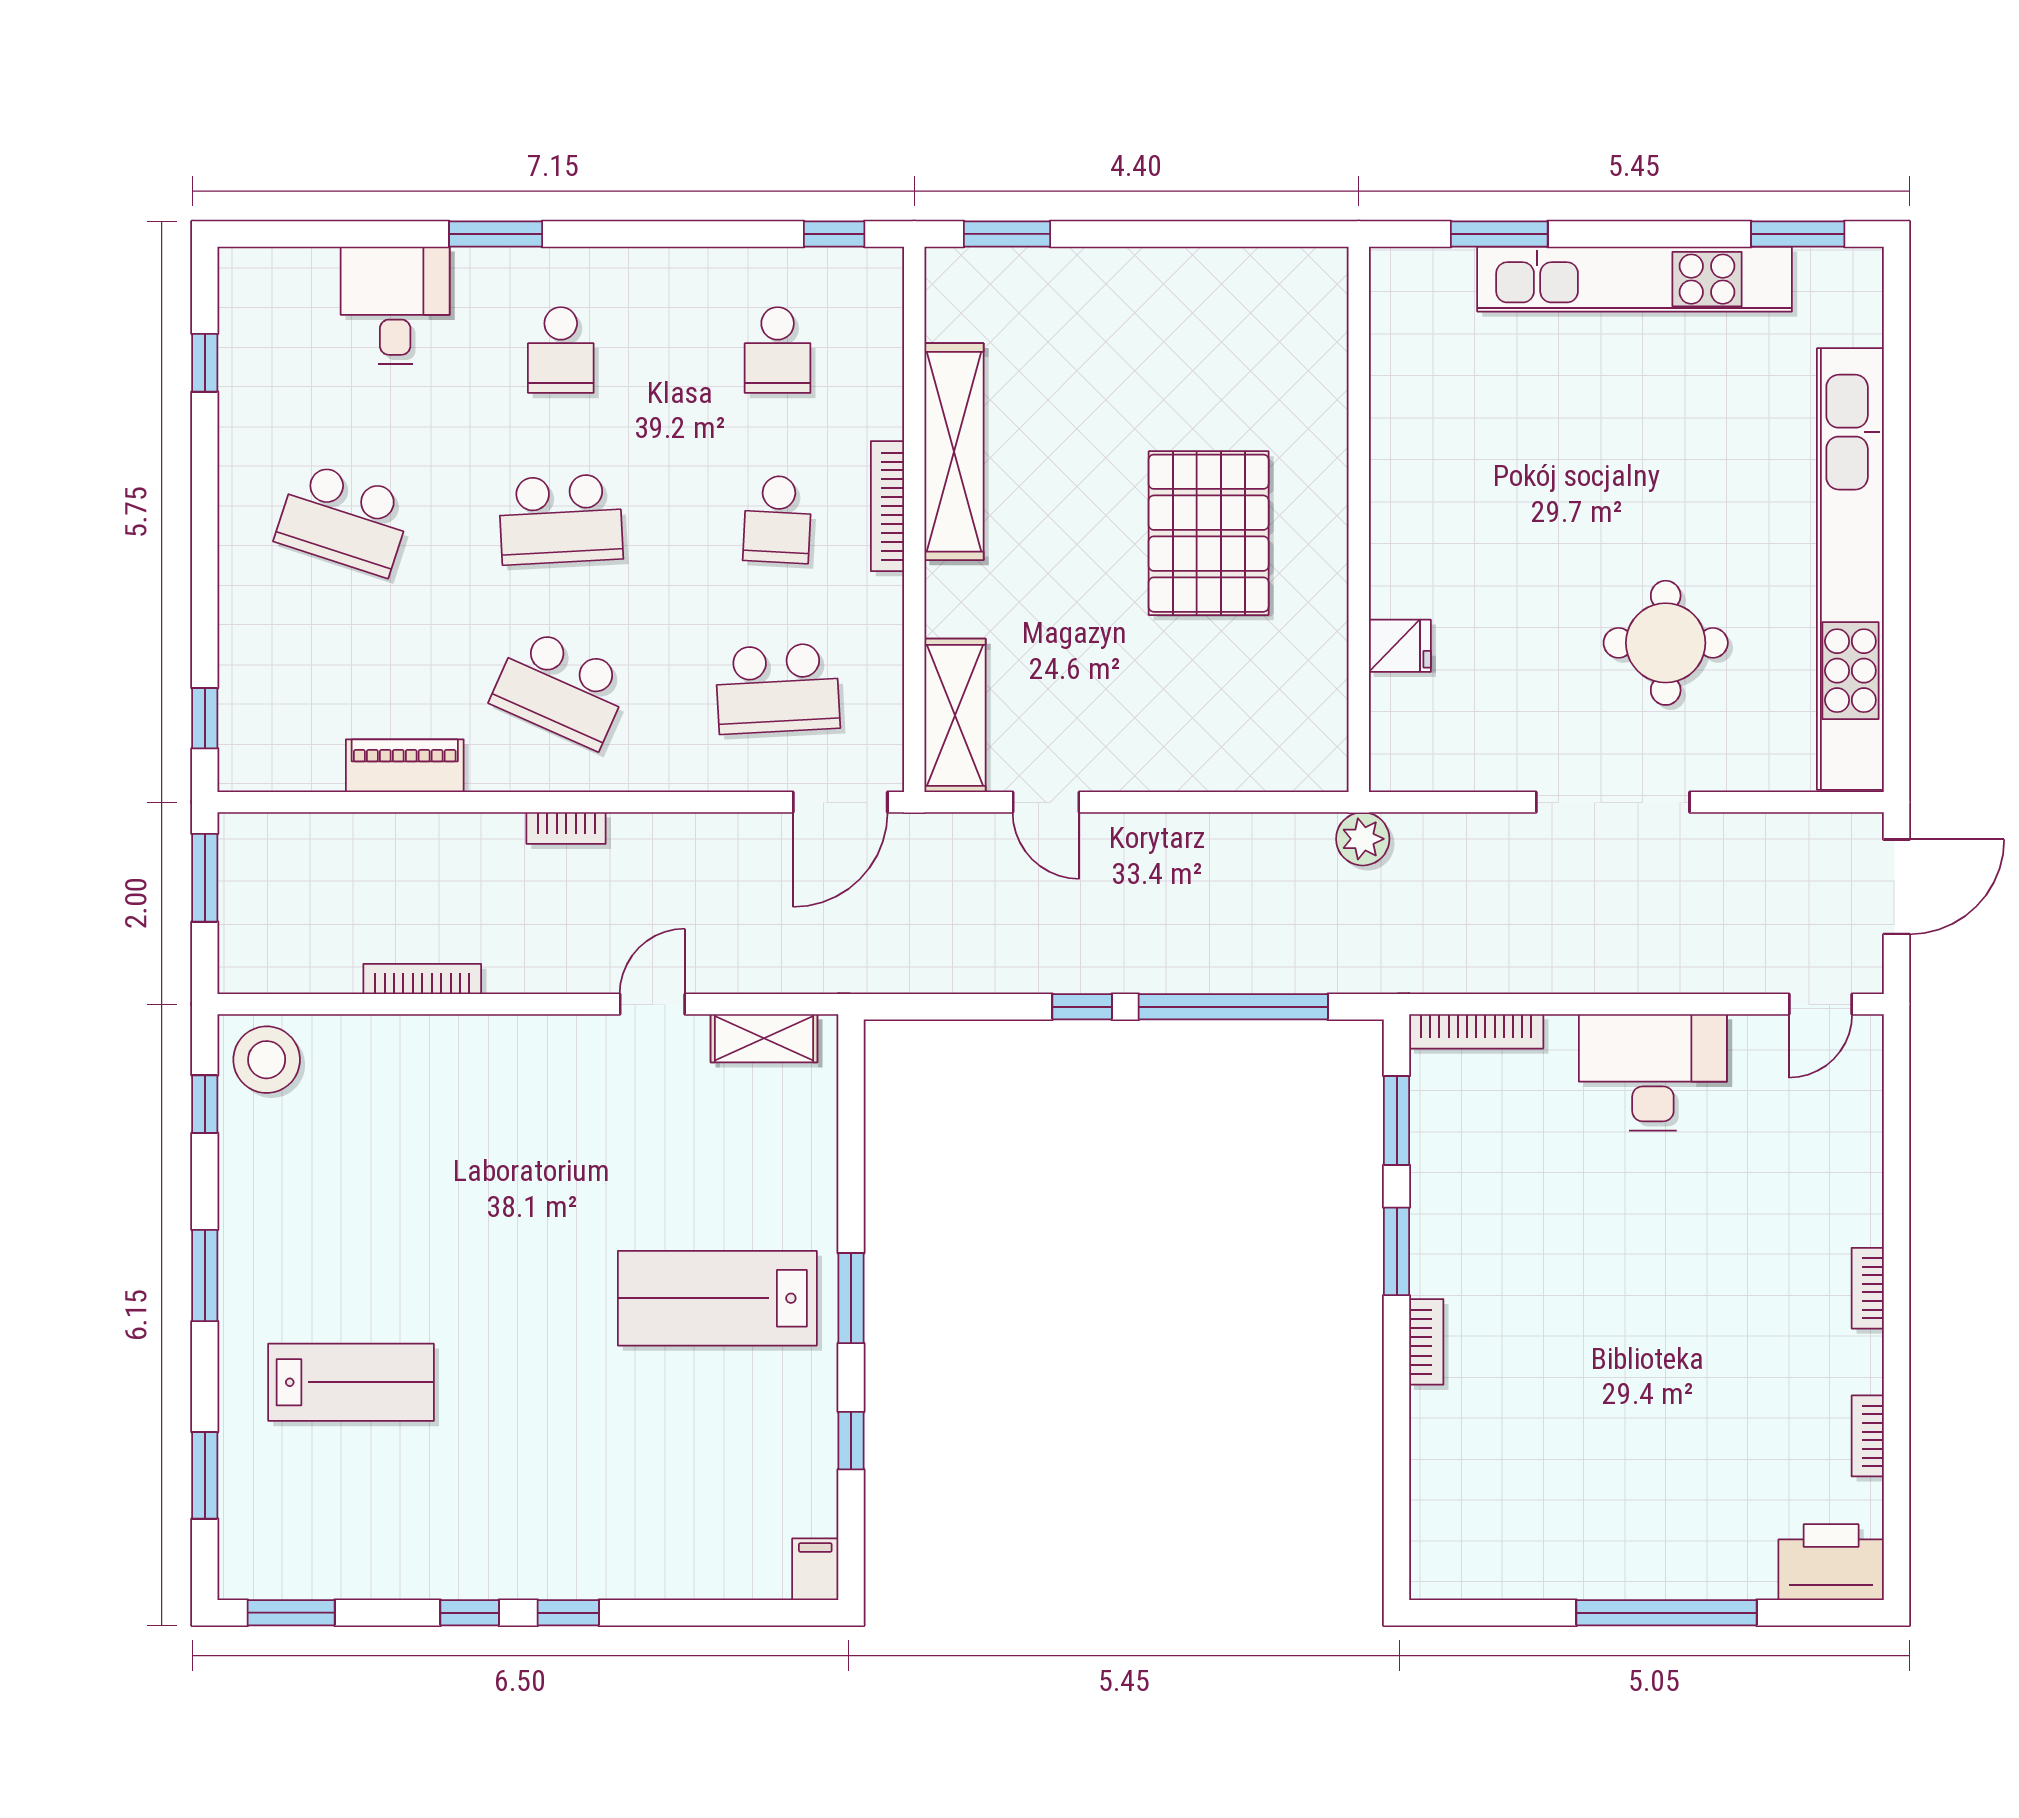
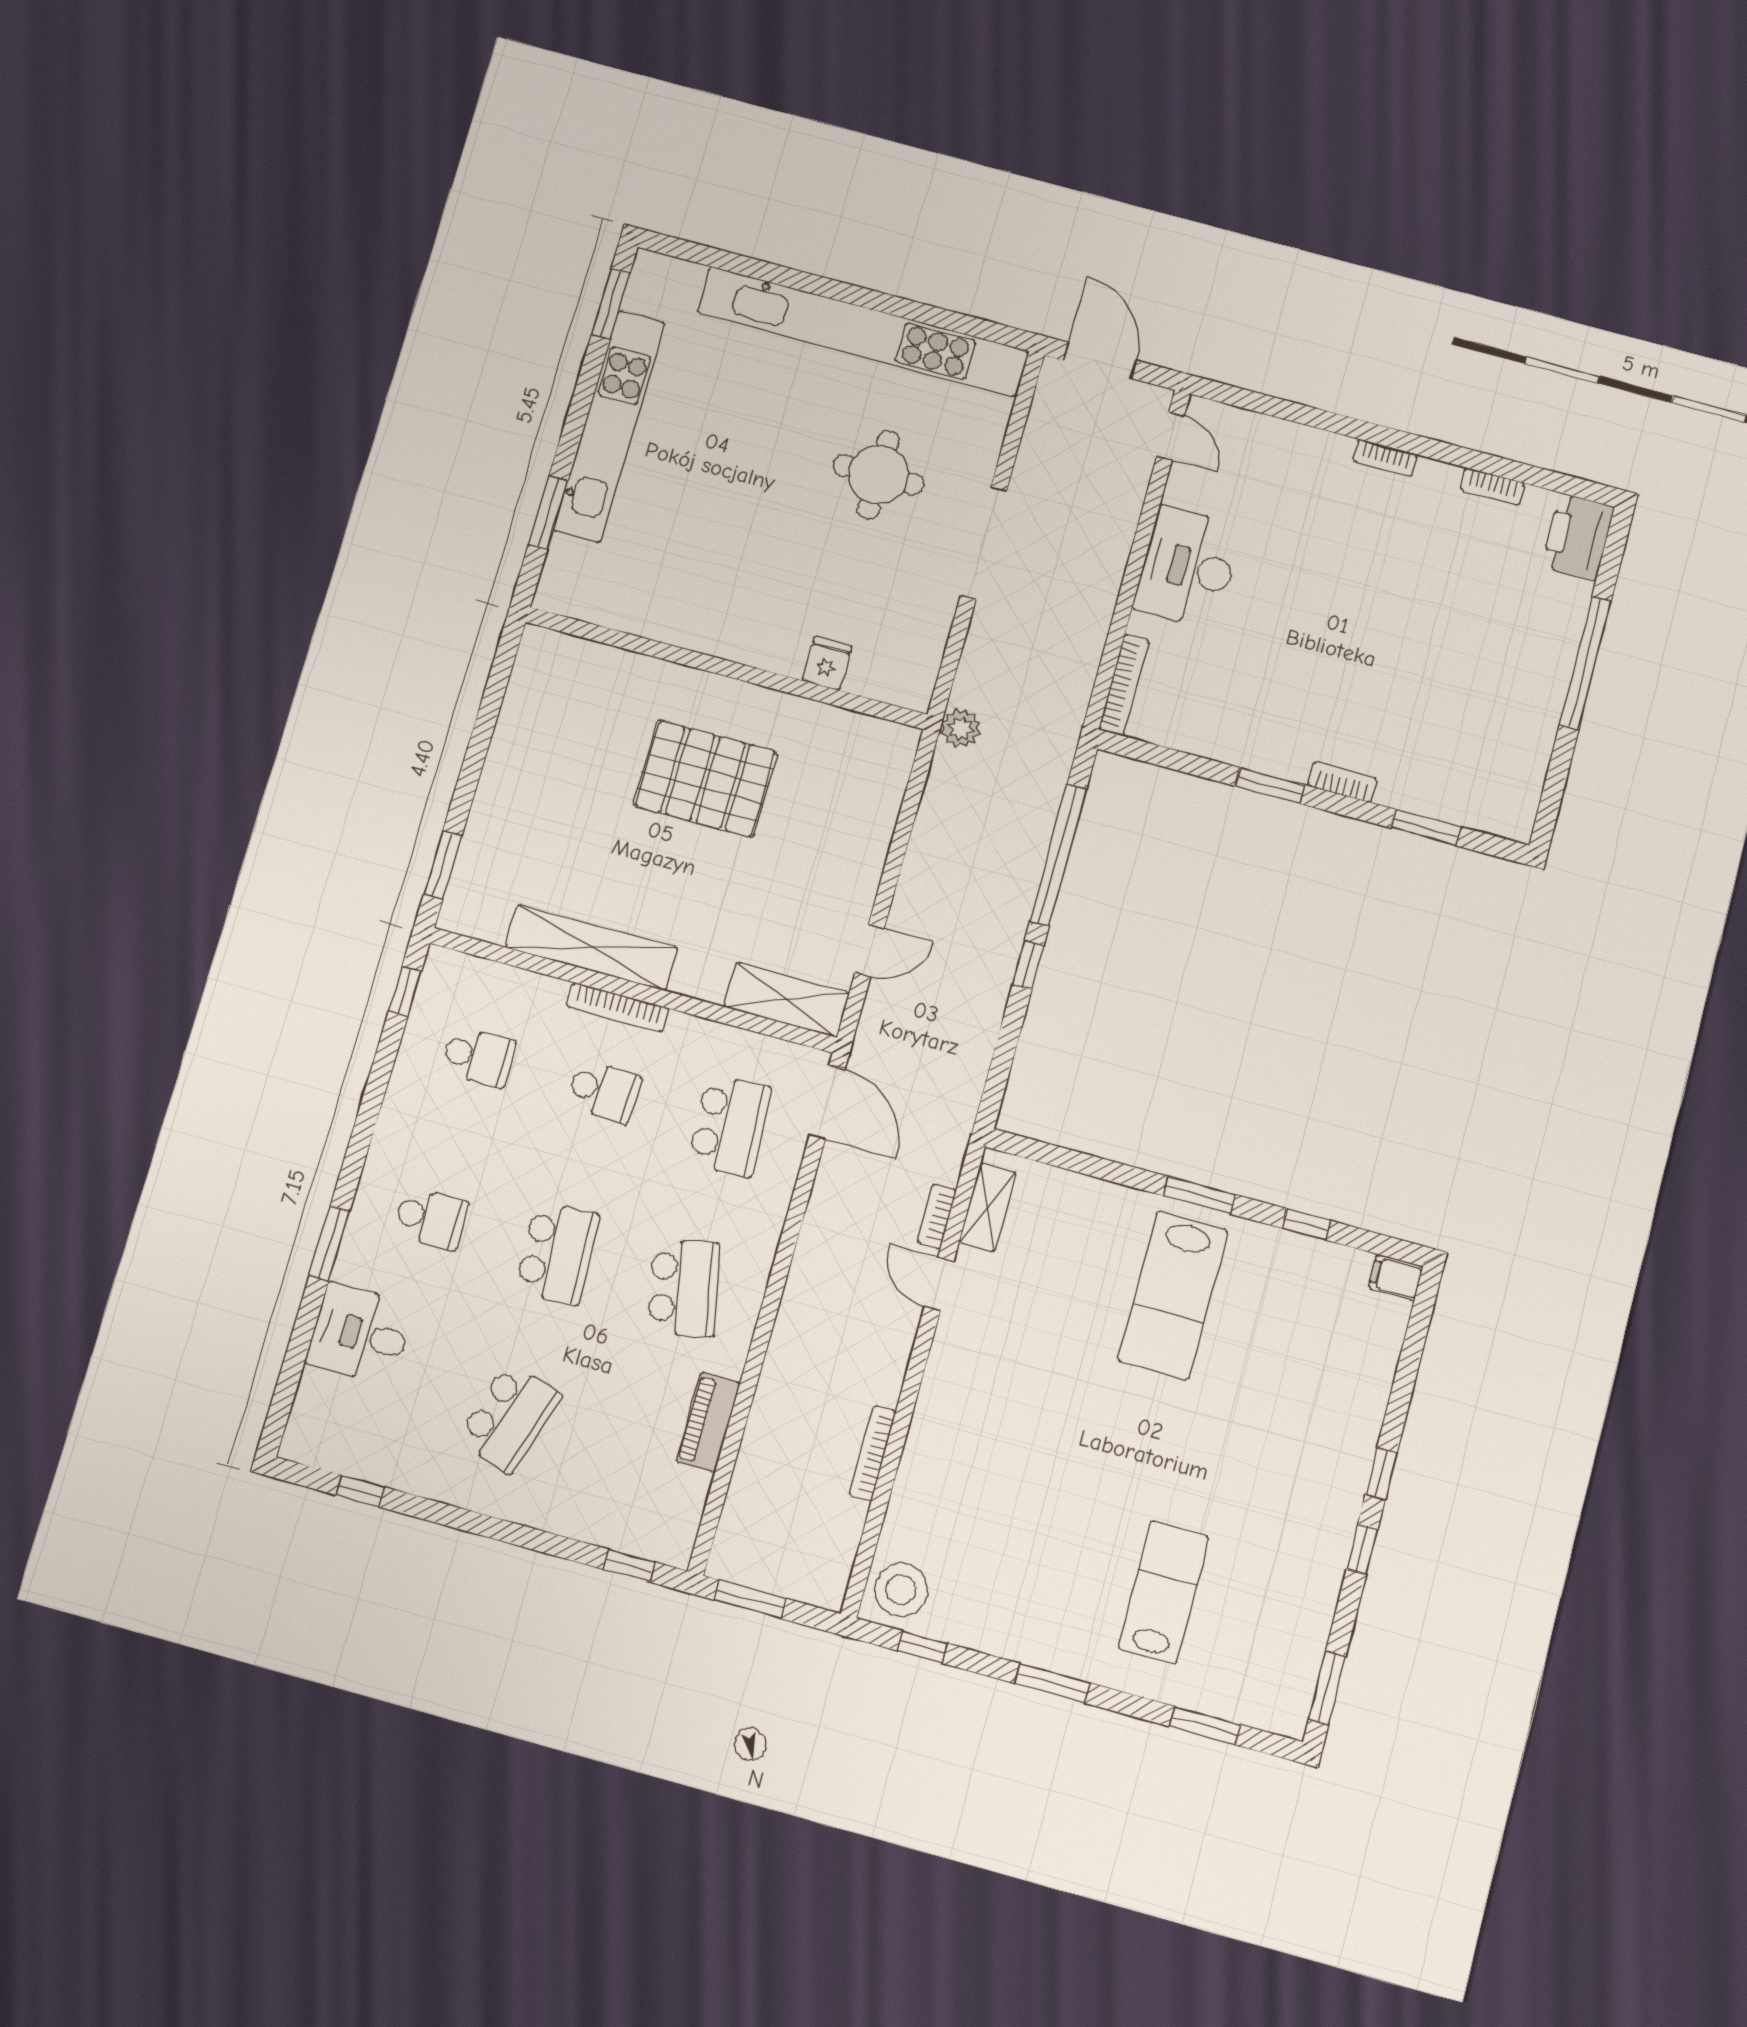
school desk: (561, 689) -> (684, 1288), turned -36
bookcase: (566, 828) -> (937, 1216), moved, turned 180
window: (1397, 1120) -> (1425, 827), moved

